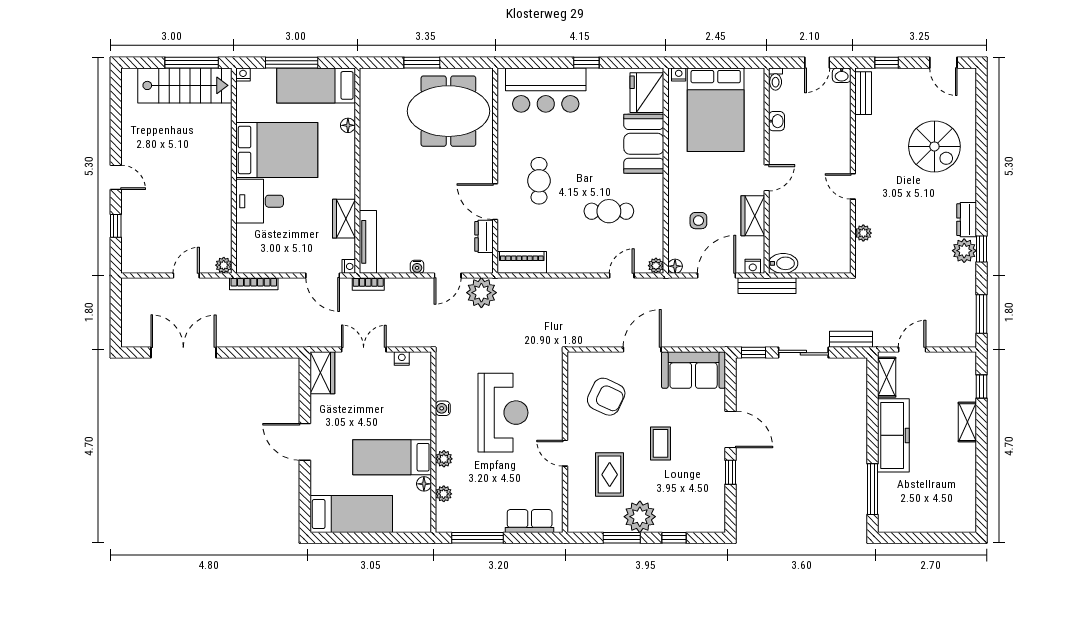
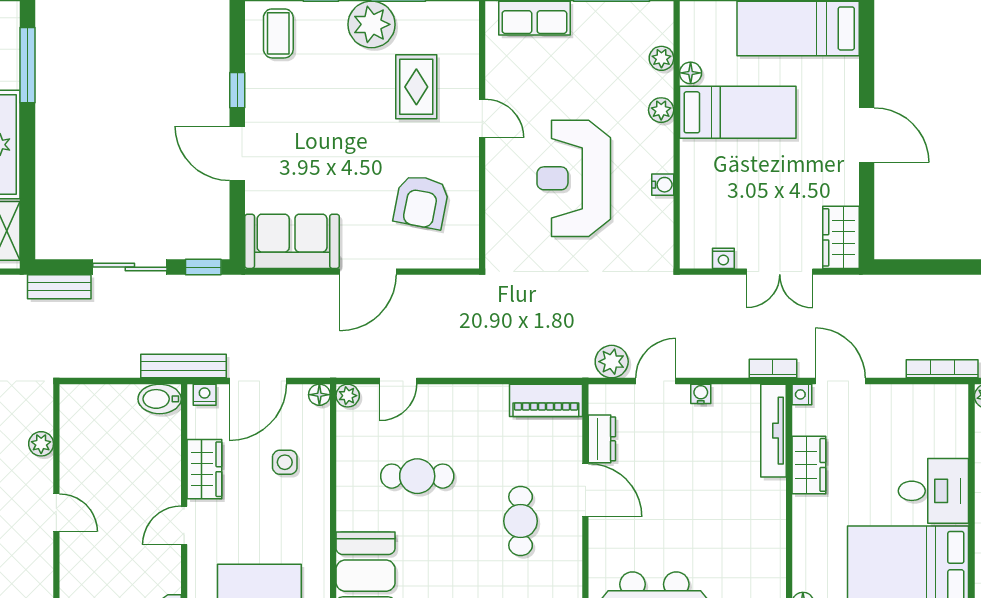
plant: (481, 293) -> (612, 362), width x0.73, depth x0.73
armchair: (606, 397) -> (421, 202), turned -104
coffee table: (661, 443) -> (278, 33), moved

